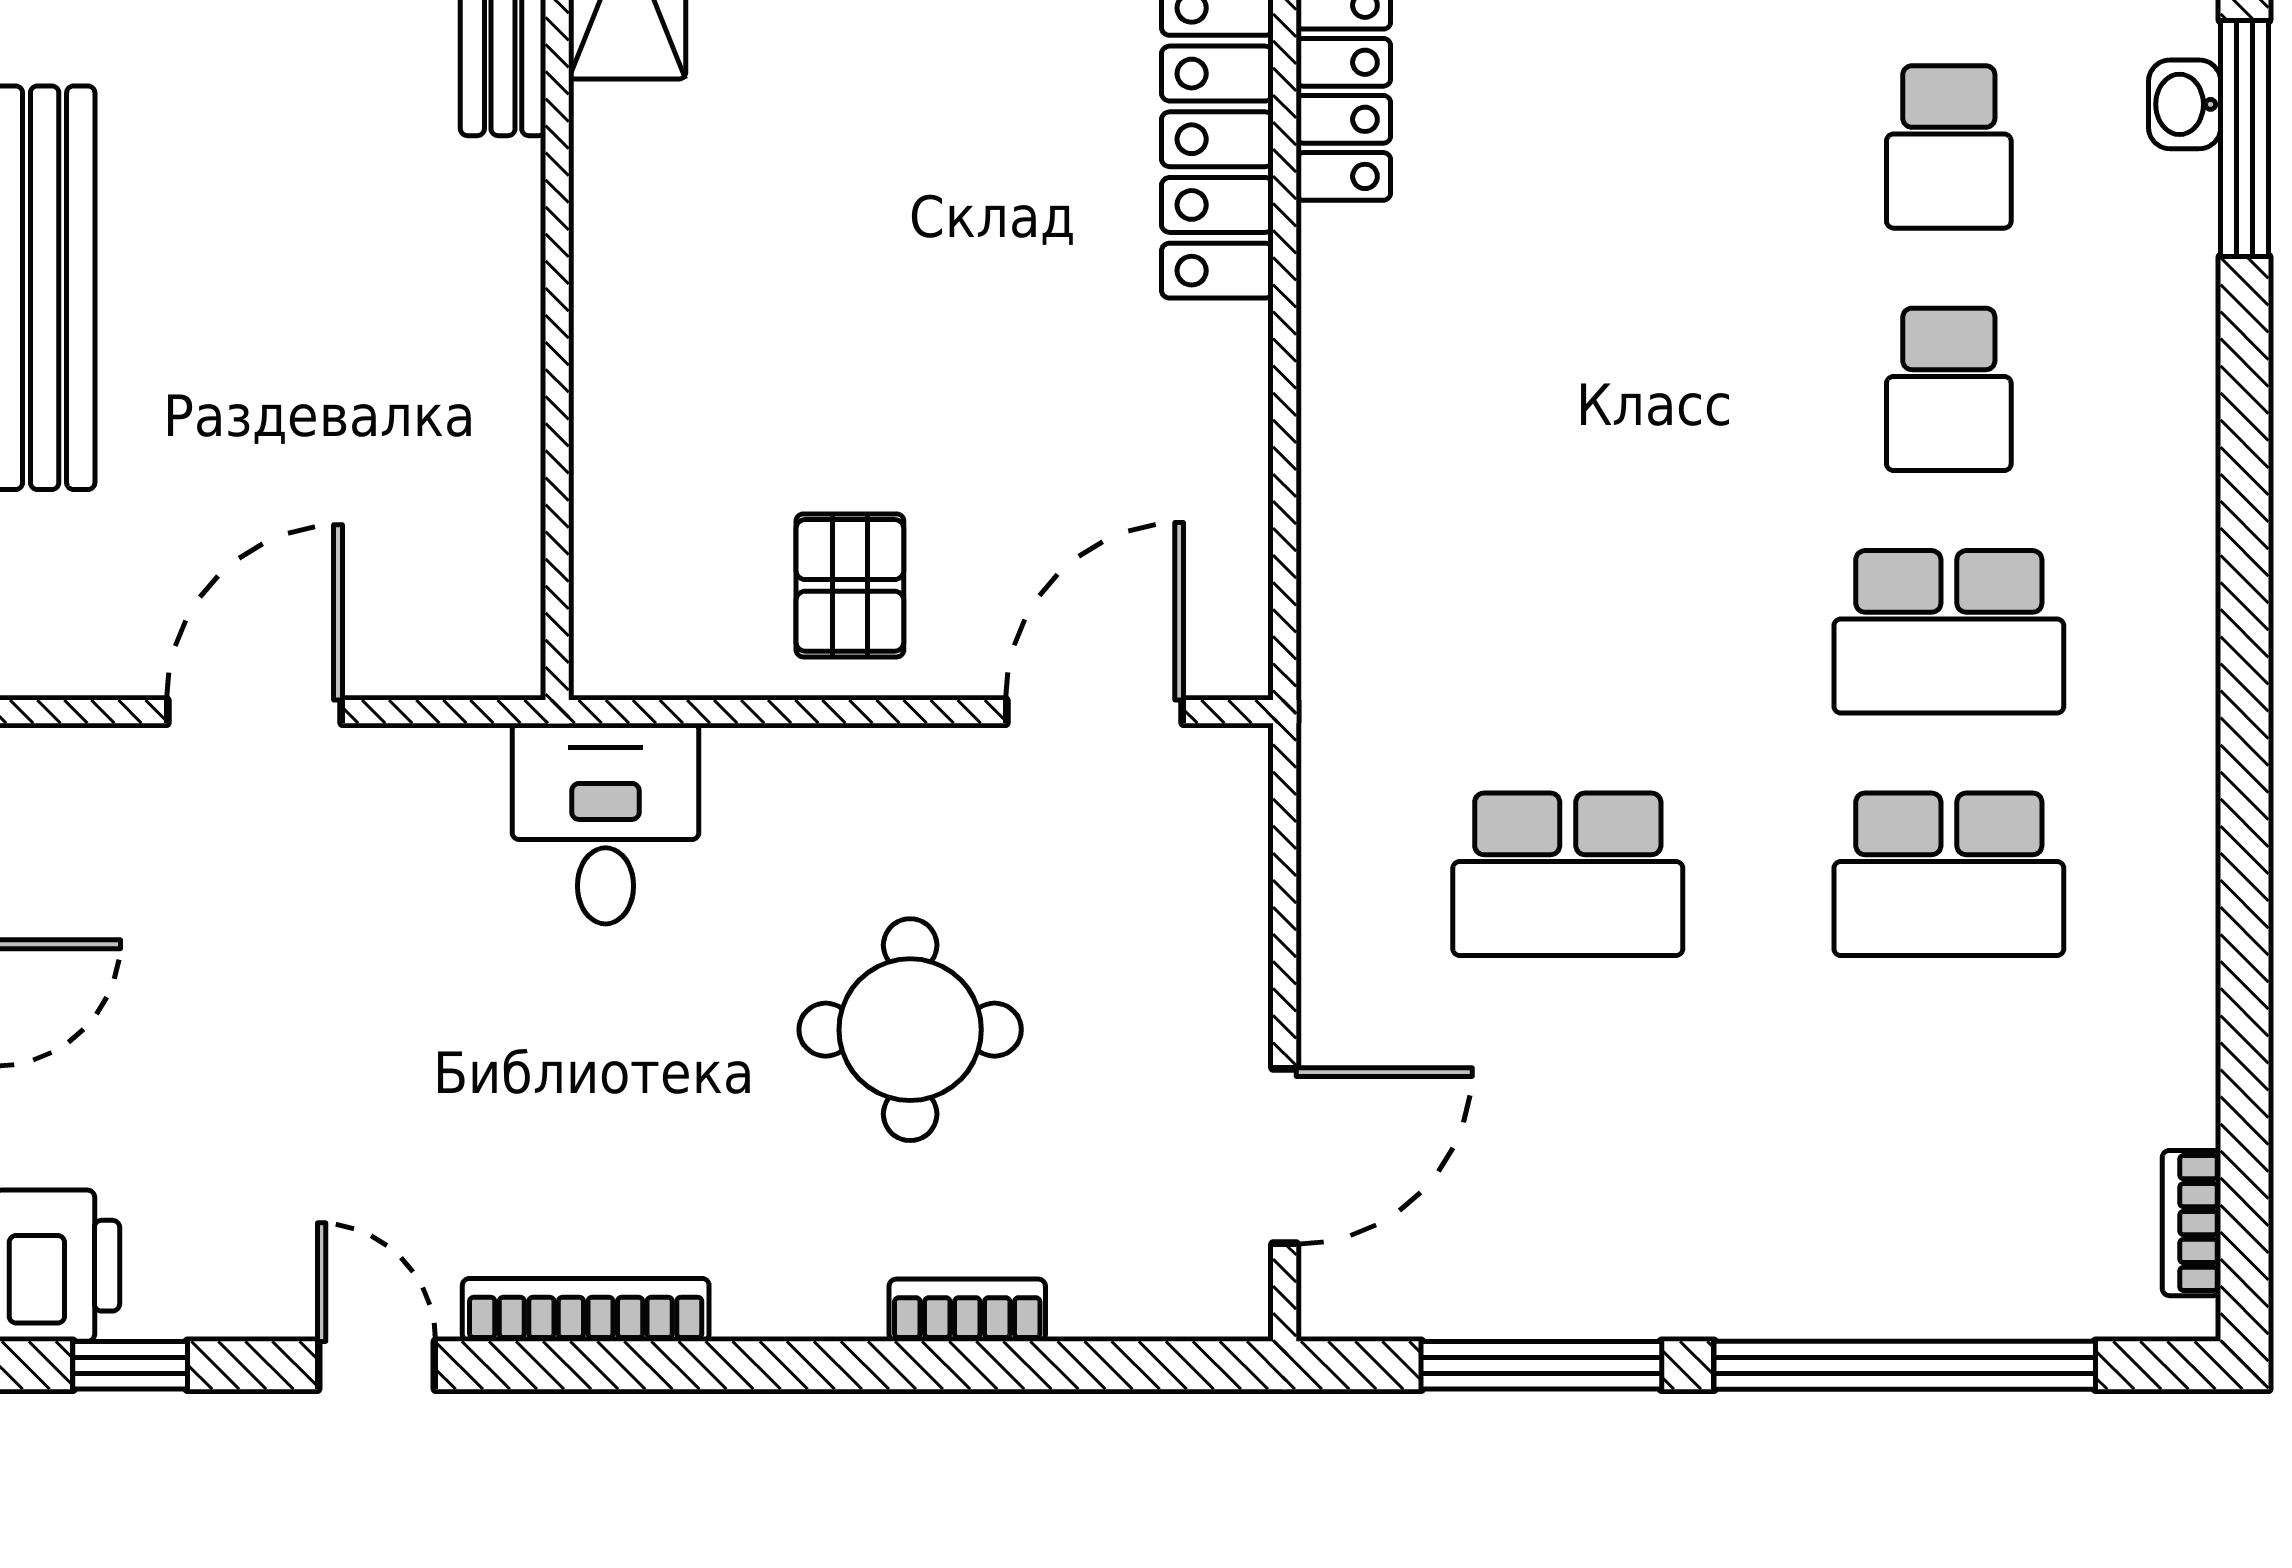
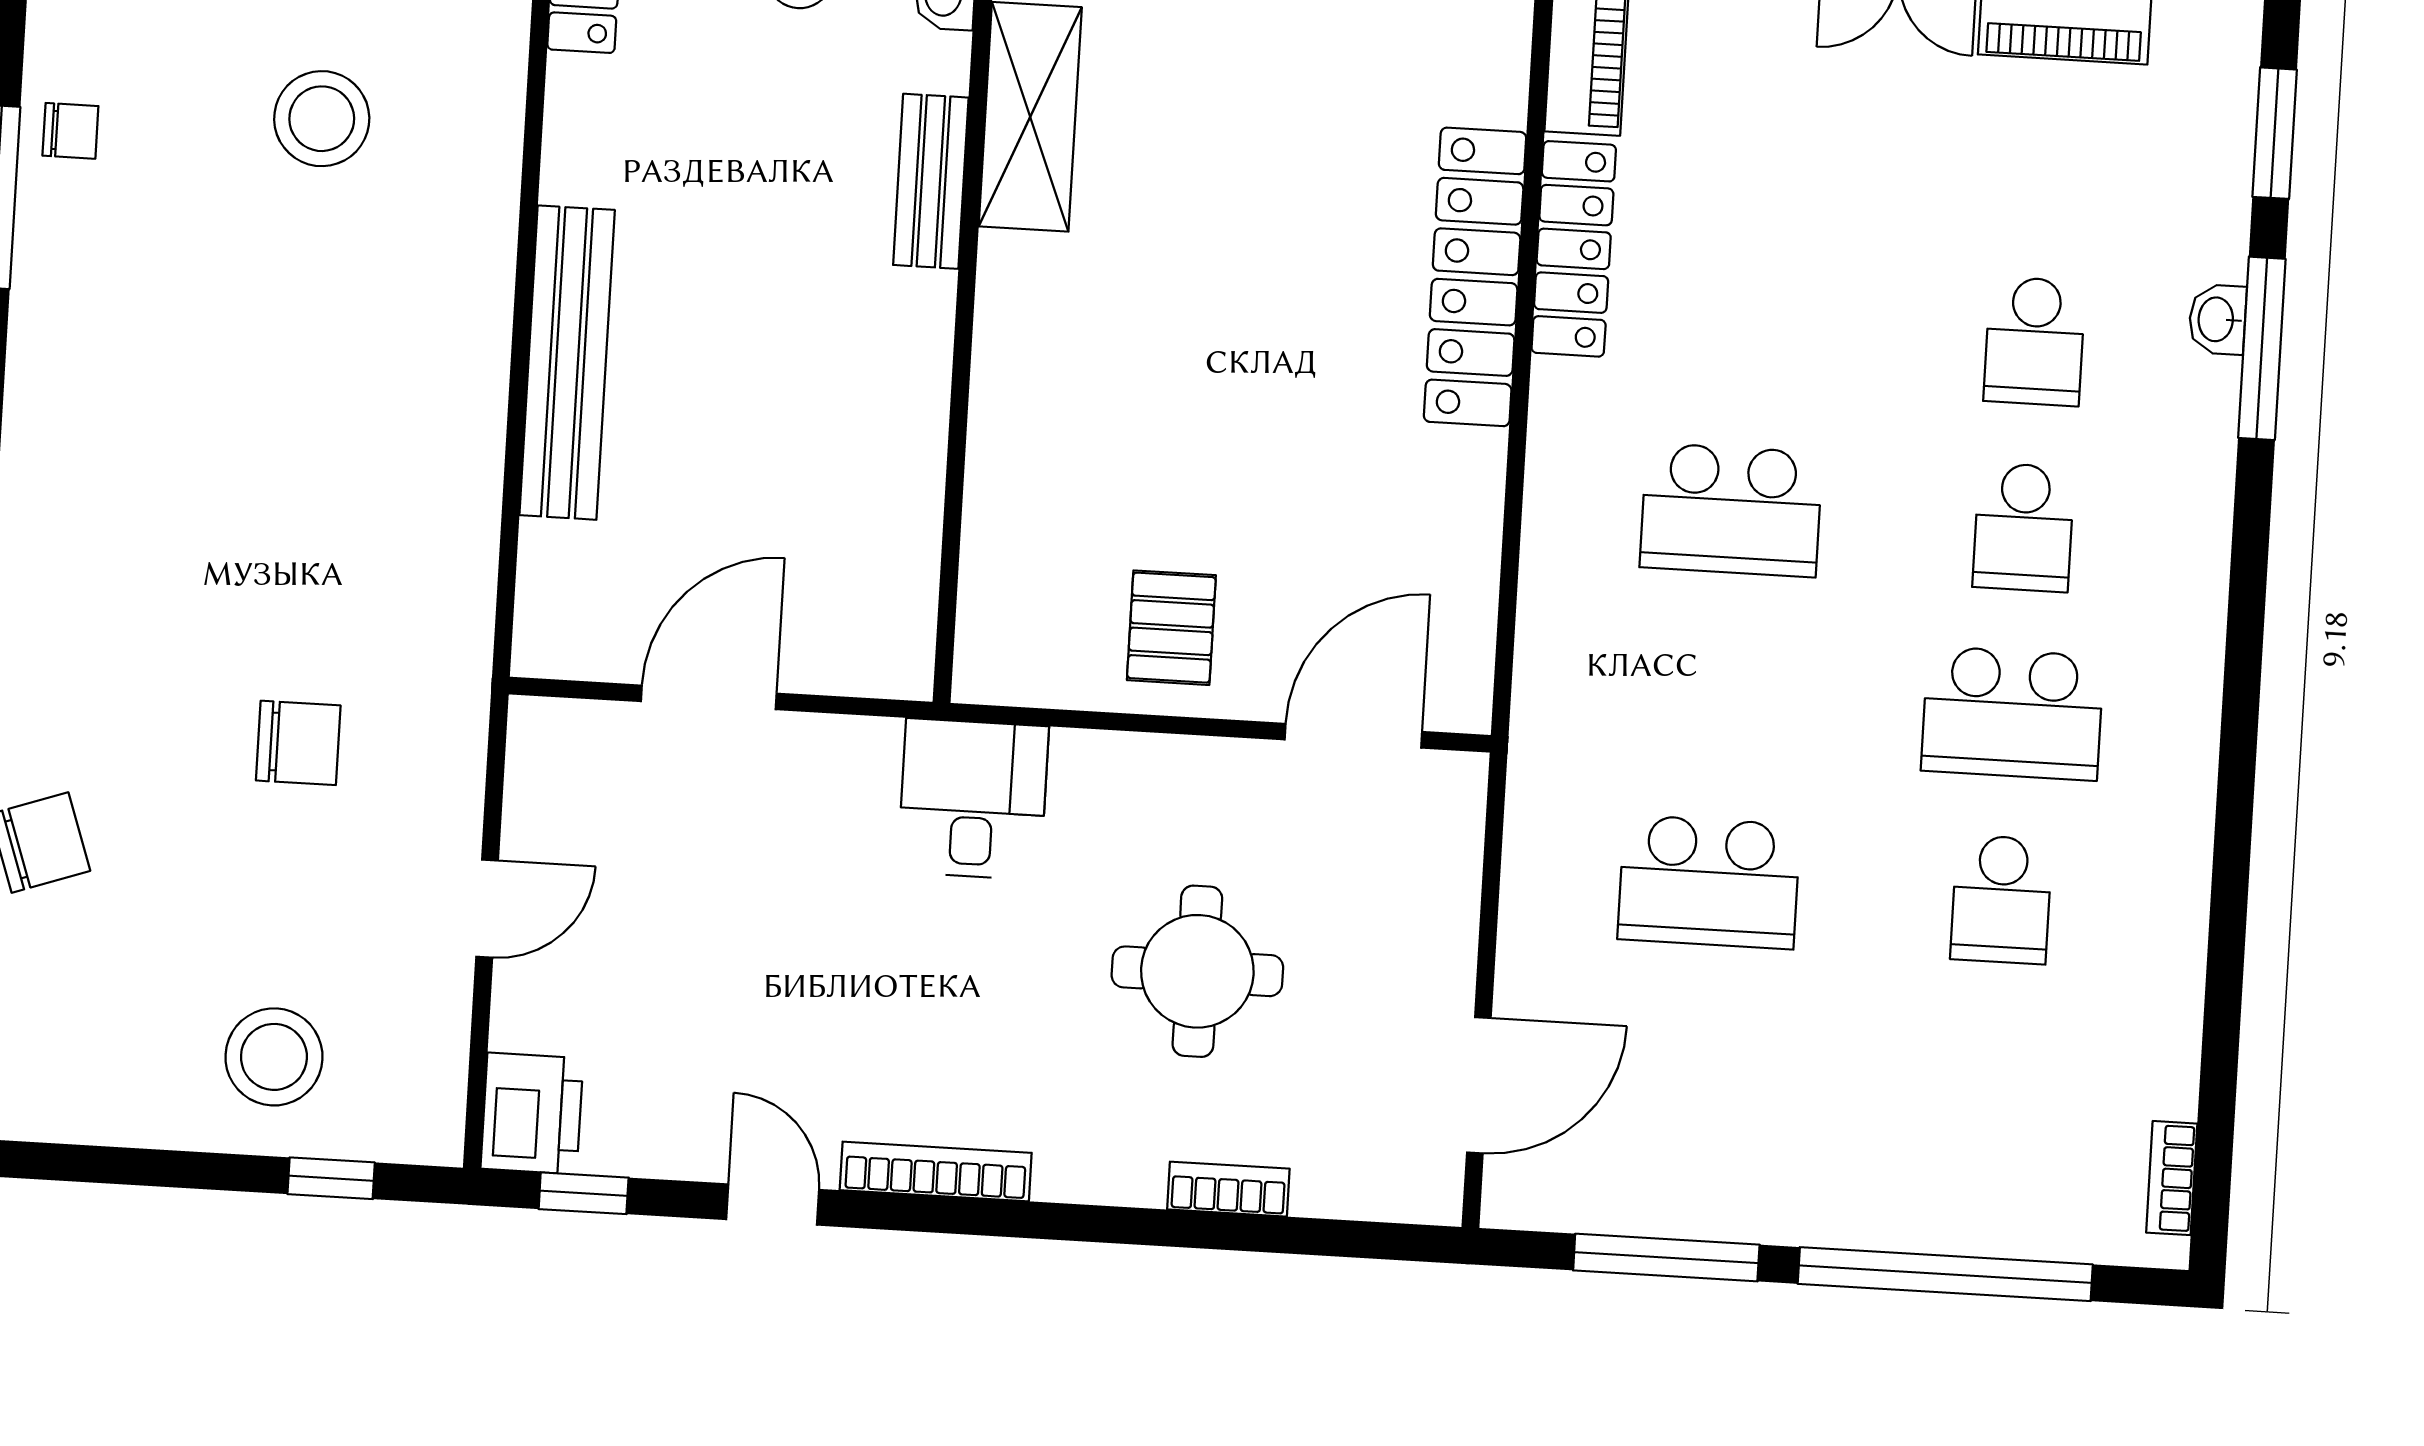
school desk: (1568, 389) -> (1731, 510), added
school desk: (1949, 874) -> (2001, 899), width x0.54

